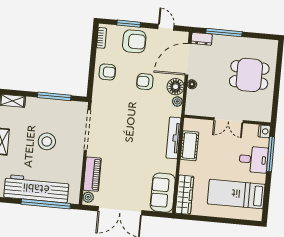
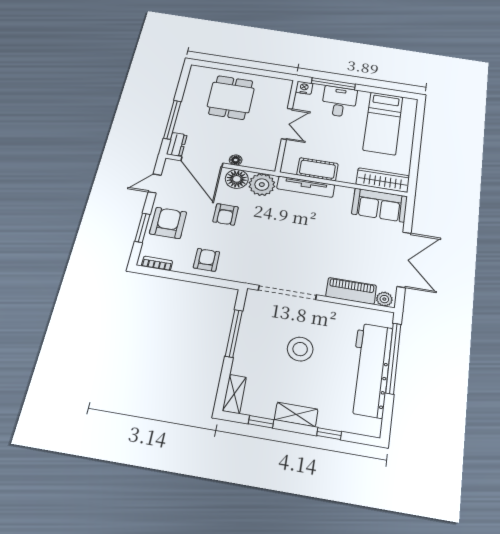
plant: (177, 101) -> (262, 185), width x1.88, depth x1.88

